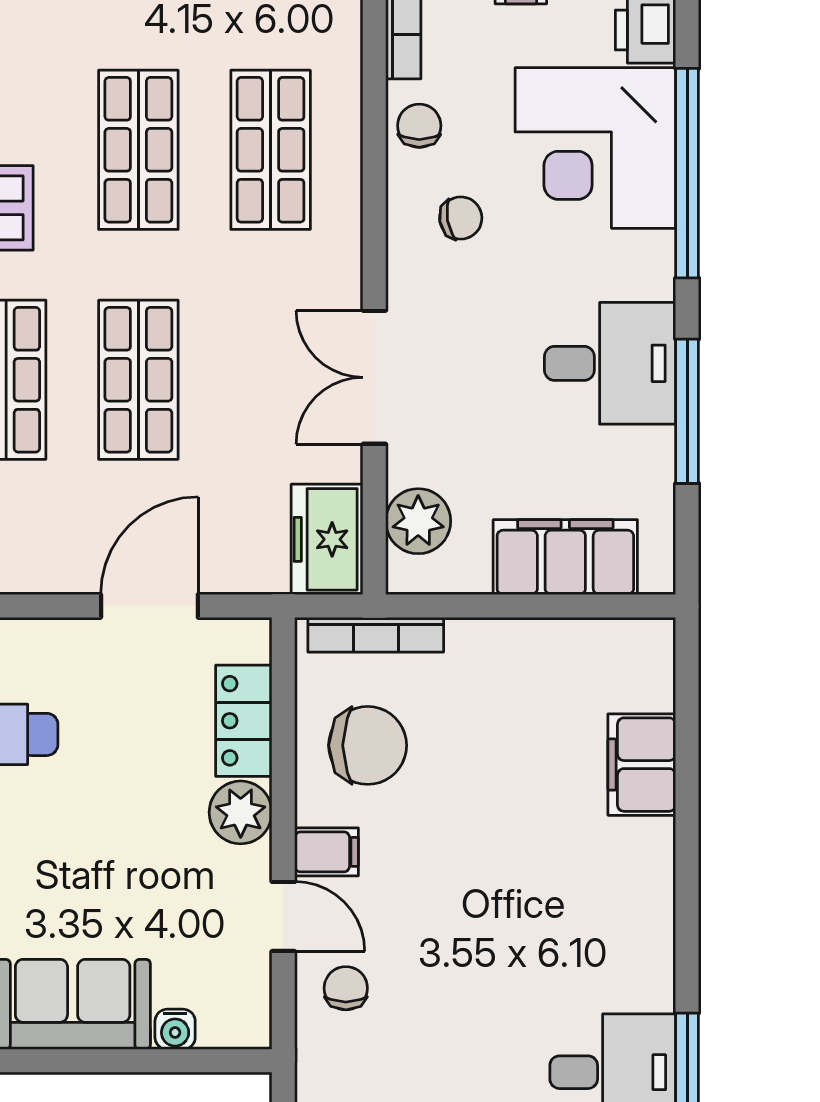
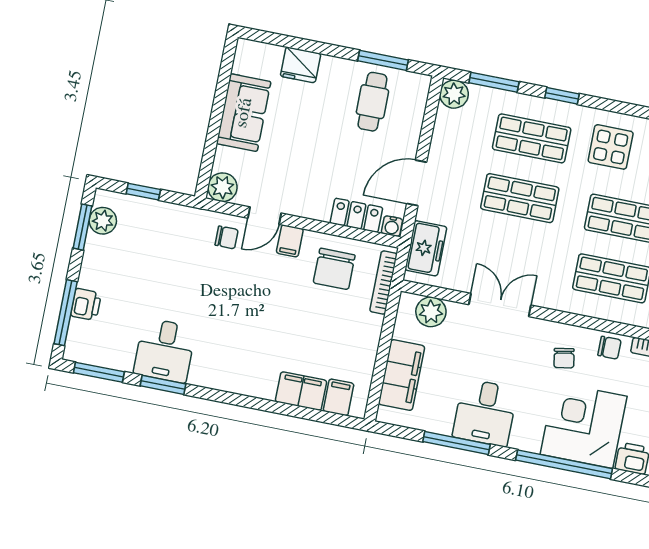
freezer: (327, 539) -> (426, 248), moved, turned 90
door: (149, 606) -> (417, 183), swing flipped
filing cabinet: (639, 682) -> (339, 397), added
plant: (241, 812) -> (223, 187), moved
water cooler: (175, 1029) -> (392, 226), moved, turned -90

